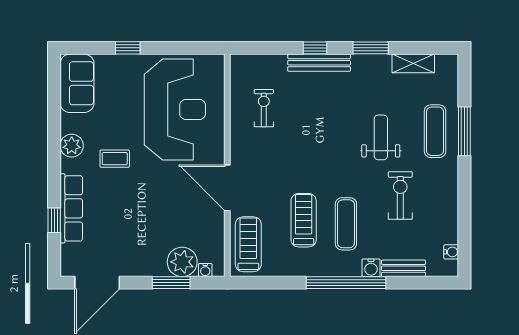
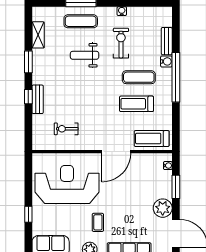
bench: (319, 63) -> (38, 99), width x0.73
exercise bike: (400, 195) -> (121, 43), turned 90
water cooler: (451, 252) -> (122, 11), moved
plant: (182, 262) -> (163, 208), moved

